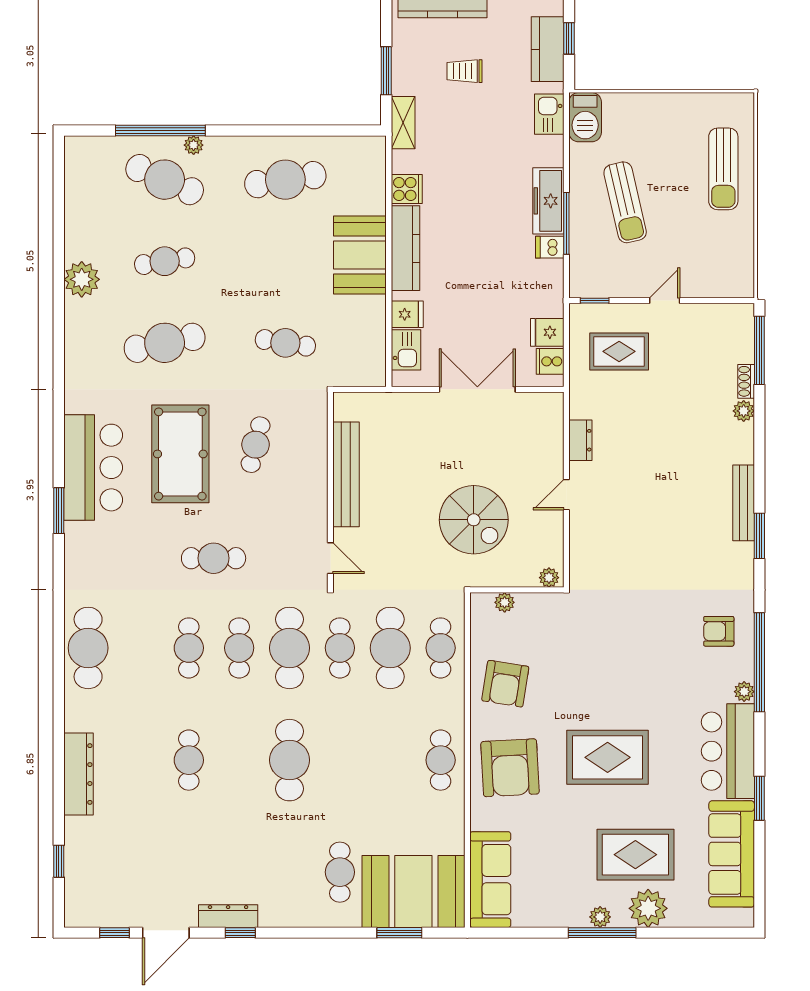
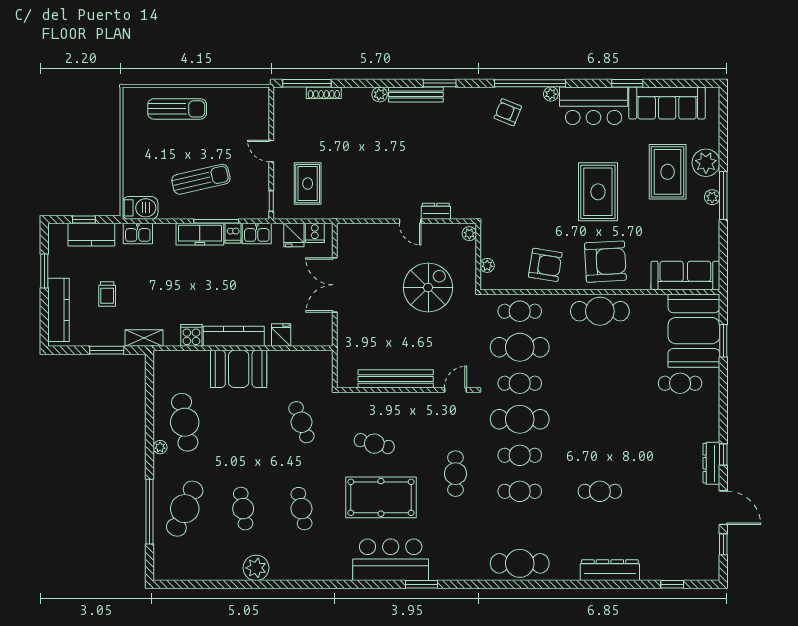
plant: (194, 145) -> (160, 447), moved
cafe table: (165, 343) -> (301, 509), width x0.73, depth x0.74
cafe table: (285, 343) -> (301, 422), turned -30
kitchen sink: (406, 350) -> (257, 234), moved, turned 180
shoe rack: (746, 381) -> (324, 93), width x1.43
plant: (744, 411) -> (380, 94), moved
dresser: (580, 440) -> (436, 211), moved
armchair: (719, 631) -> (508, 112), turned 112
cafe table: (290, 760) -> (600, 419), removed
cafe table: (441, 760) -> (600, 311), width x1.37, depth x1.35

